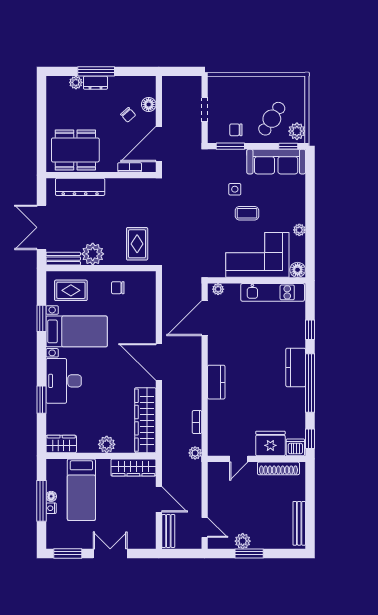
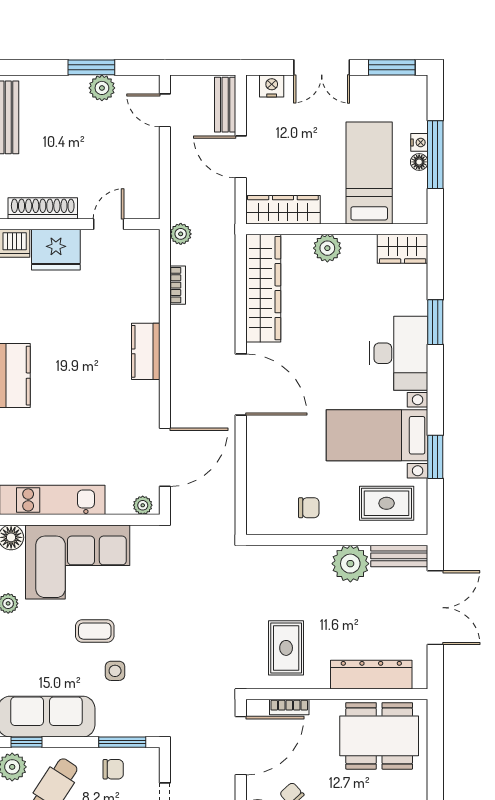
rug: (137, 244) -> (286, 648), moved
nightstand: (140, 542) -> (272, 86), added

